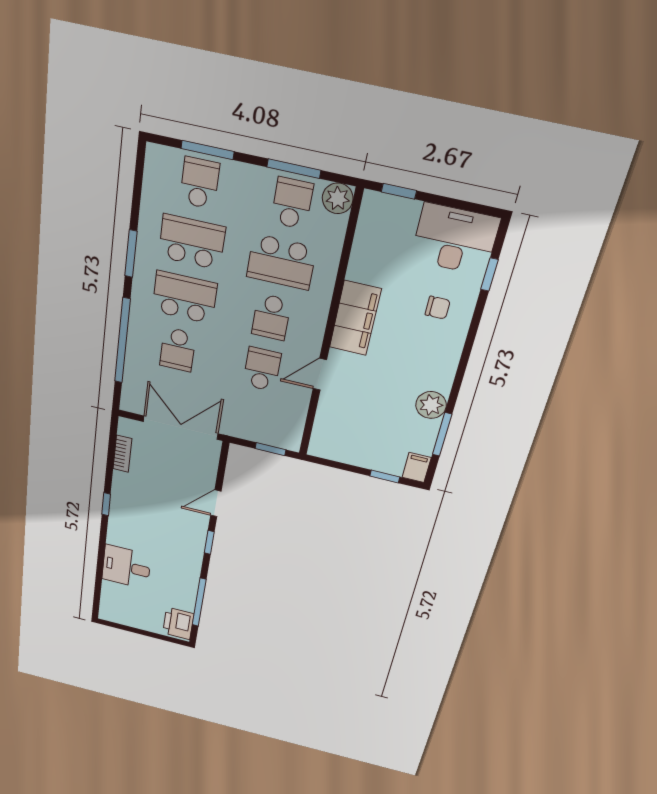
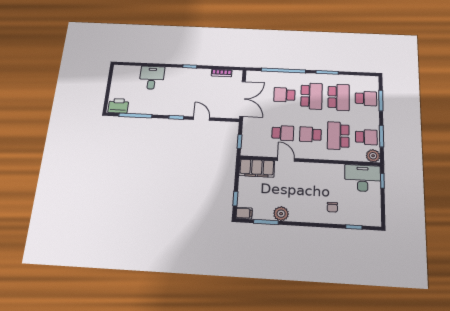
desk: (455, 239) -> (363, 178), moved, turned -90
filing cabinet: (355, 318) -> (257, 168), moved

